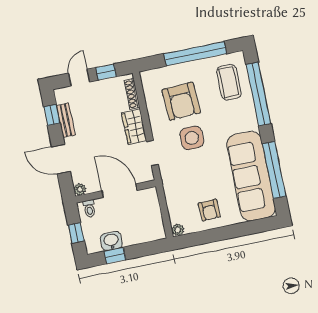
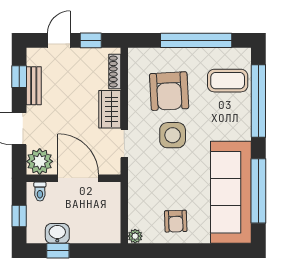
coffee table: (229, 82) -> (228, 81), turned 90
plant: (80, 189) -> (40, 161), width x1.88, depth x1.88

